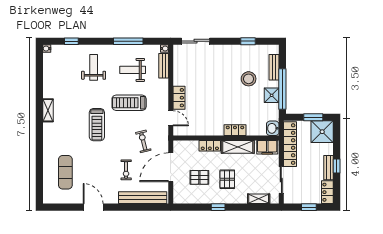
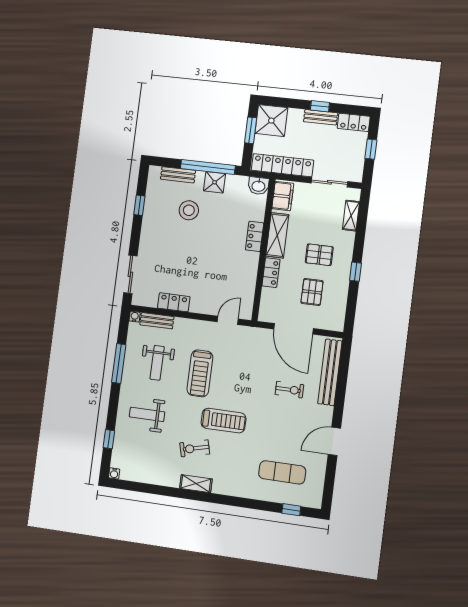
locker: (179, 98) -> (174, 302), moved
exercise bike: (143, 141) -> (195, 448), moved
window: (39, 182) -> (291, 510), added

